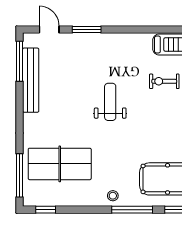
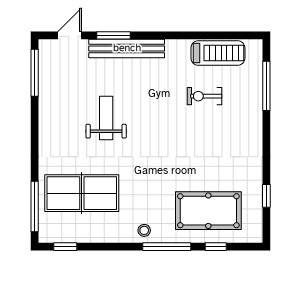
door: (49, 29) -> (70, 35), hinge flipped
bench: (31, 80) -> (127, 48), moved, turned 90
weight bench: (110, 102) -> (106, 118), moved

